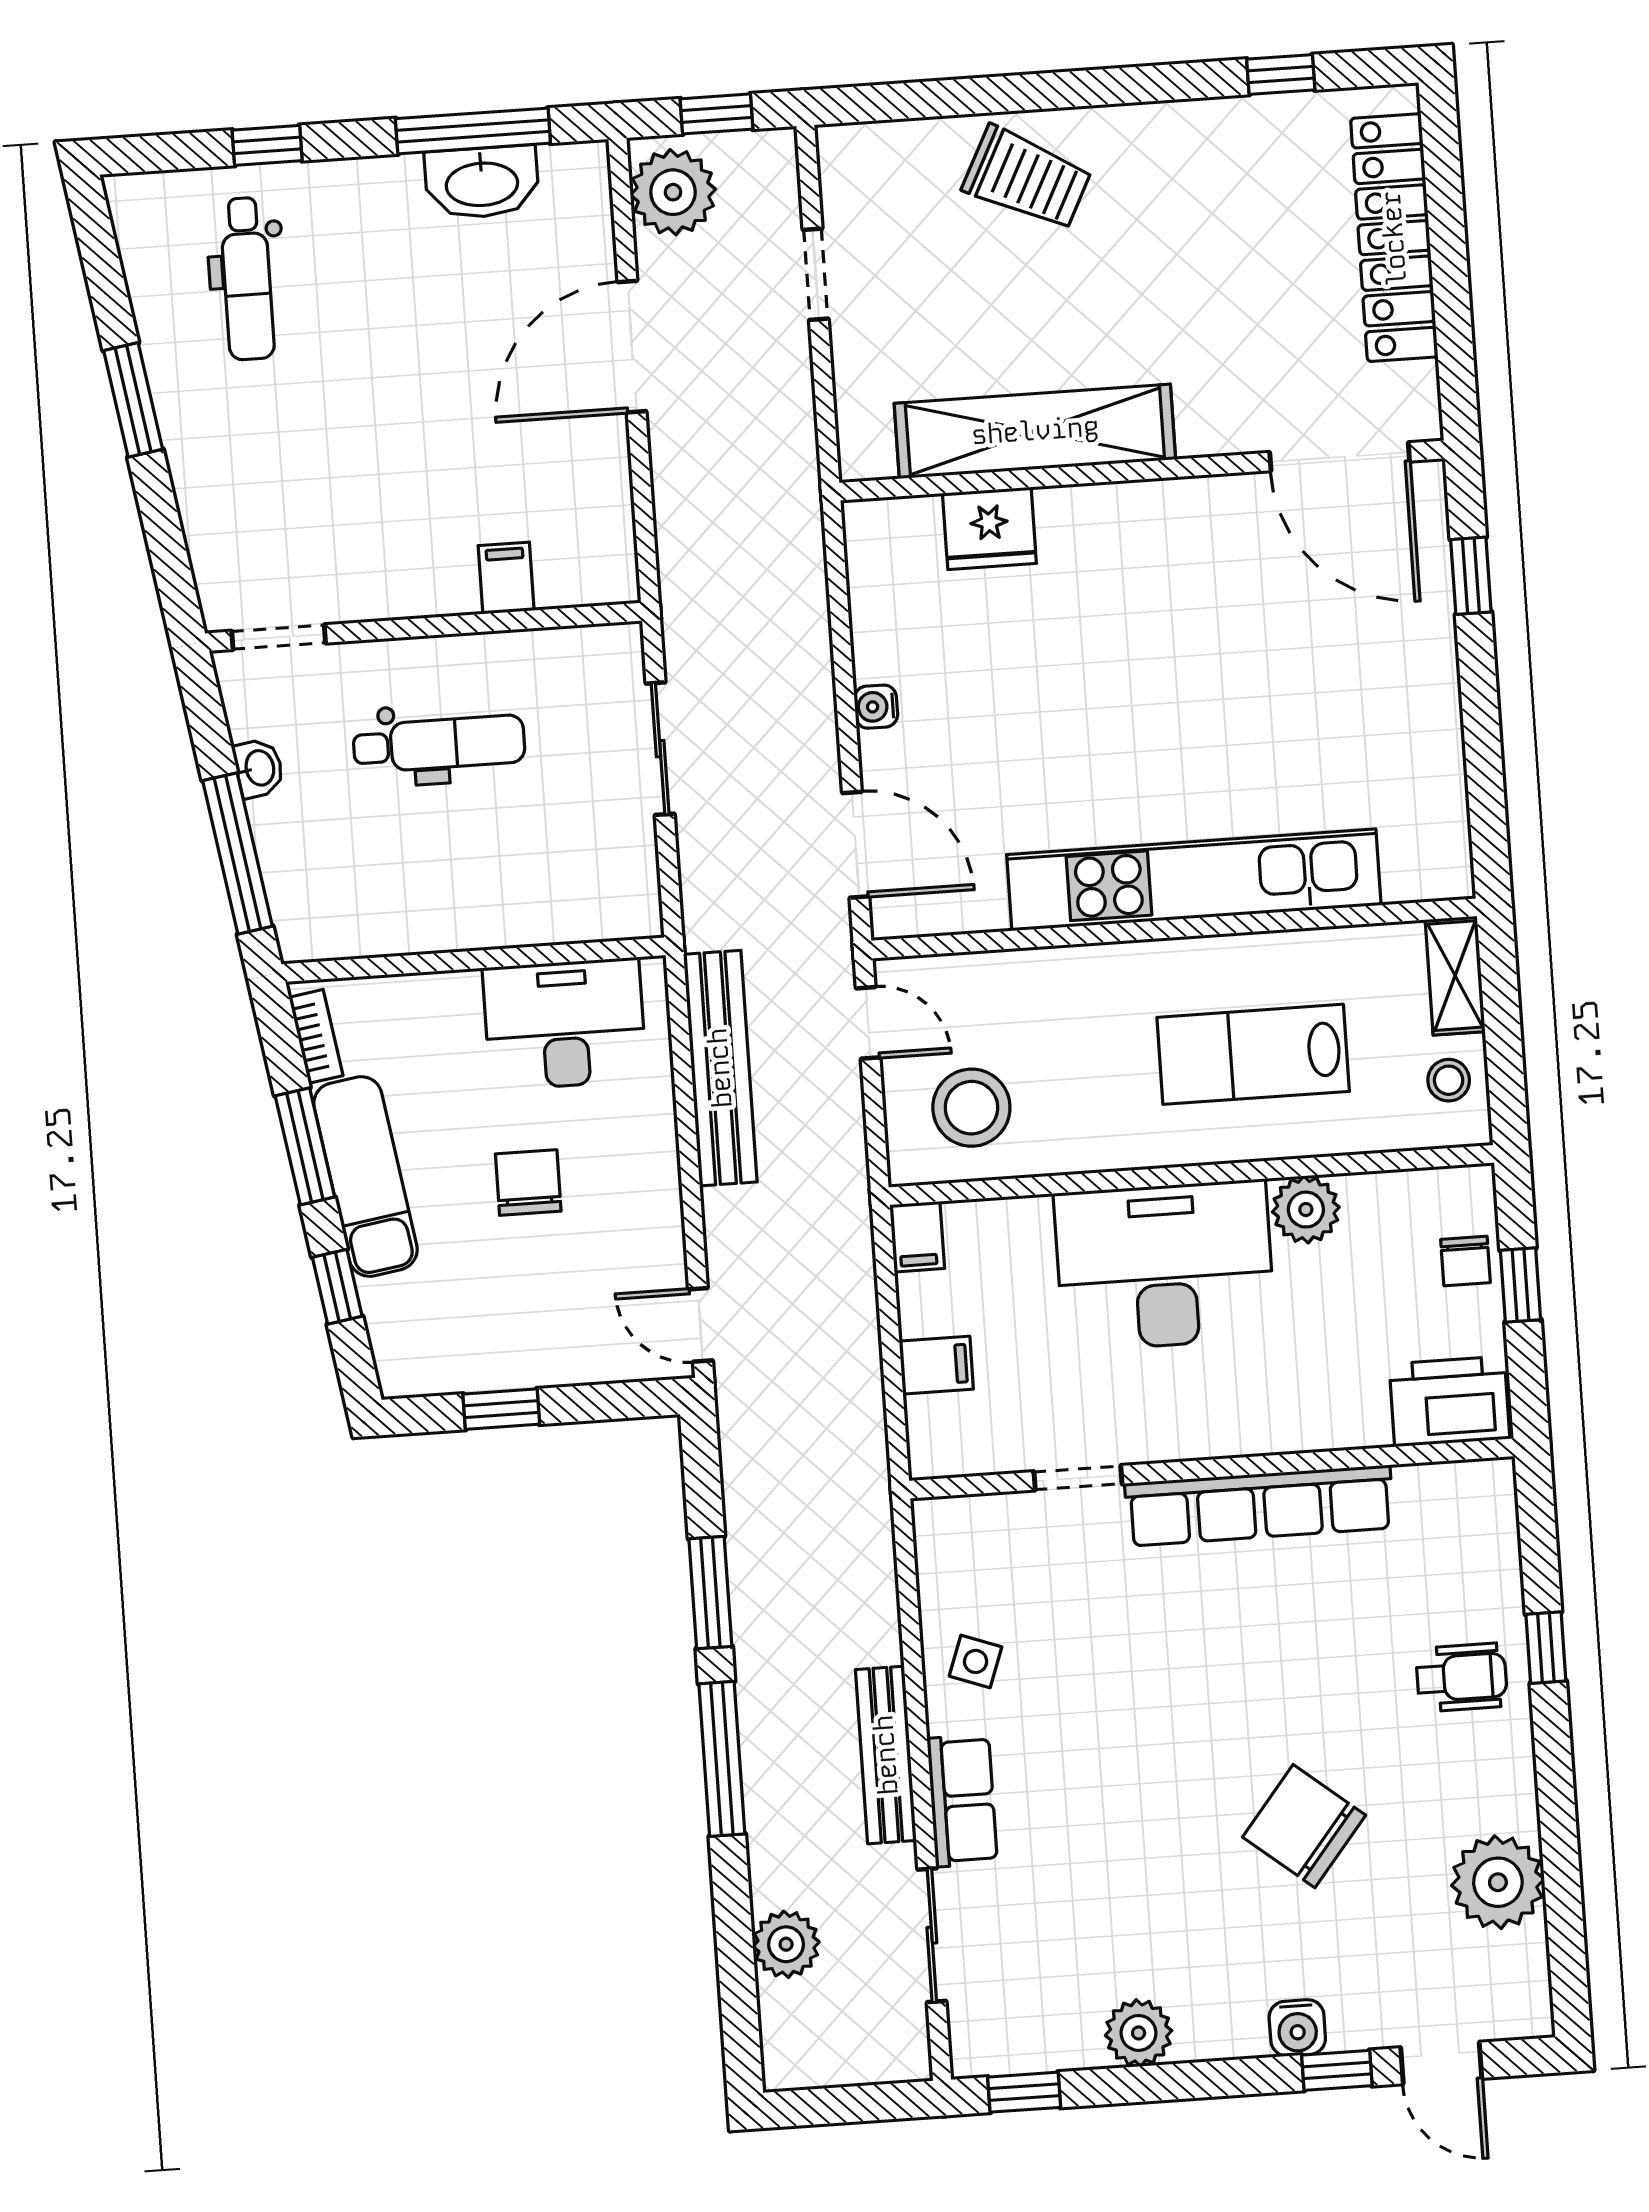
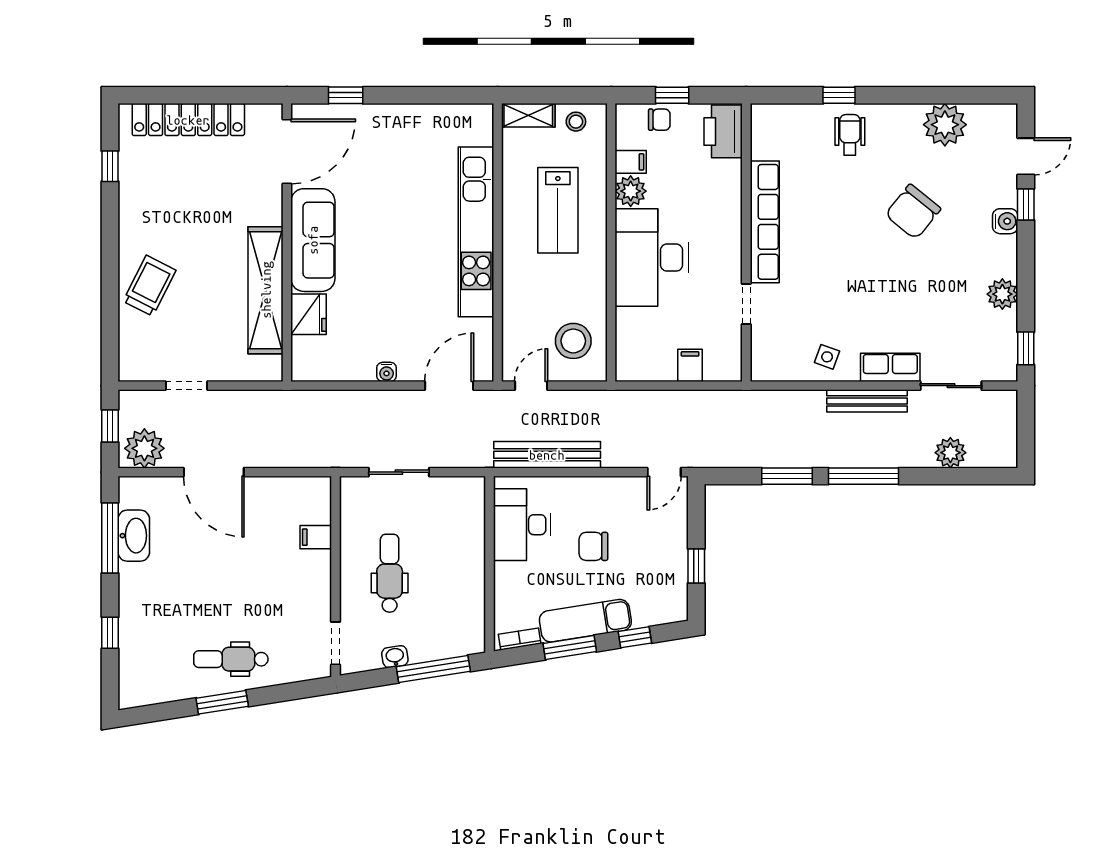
dental chair: (247, 279) -> (231, 659), moved, turned 180
sofa: (1151, 527) -> (313, 240), added
filing cabinet: (917, 1237) -> (631, 162), moved

